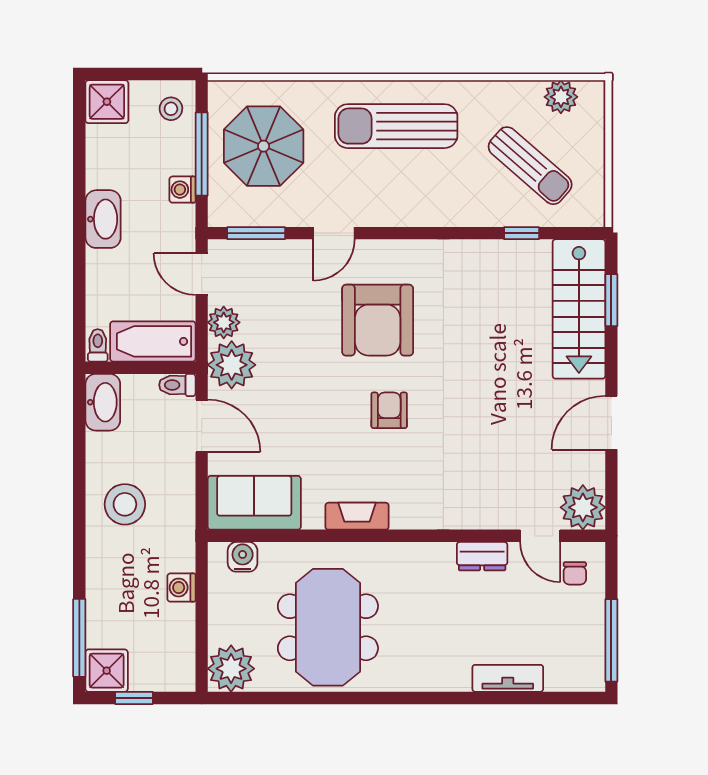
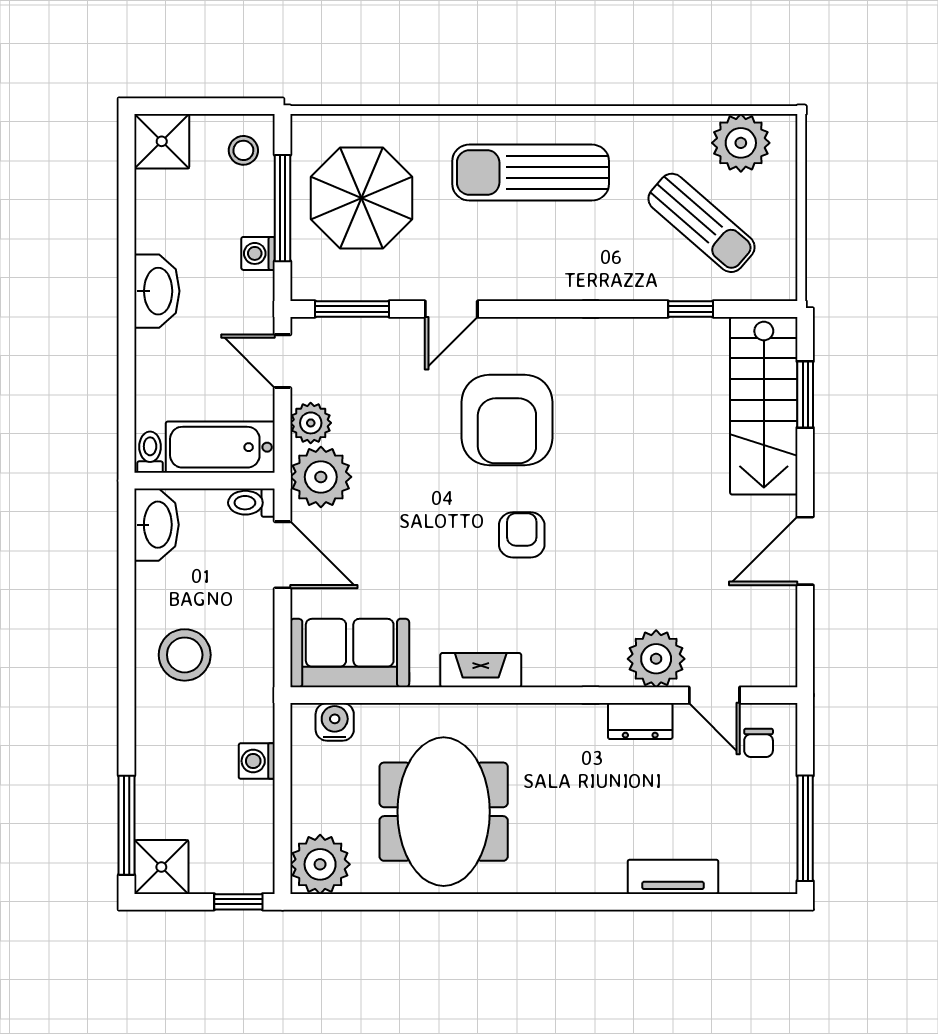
plant: (561, 97) -> (741, 143), width x1.36, depth x1.36
plant: (583, 507) -> (656, 659), moved
window: (134, 698) -> (238, 902), moved

